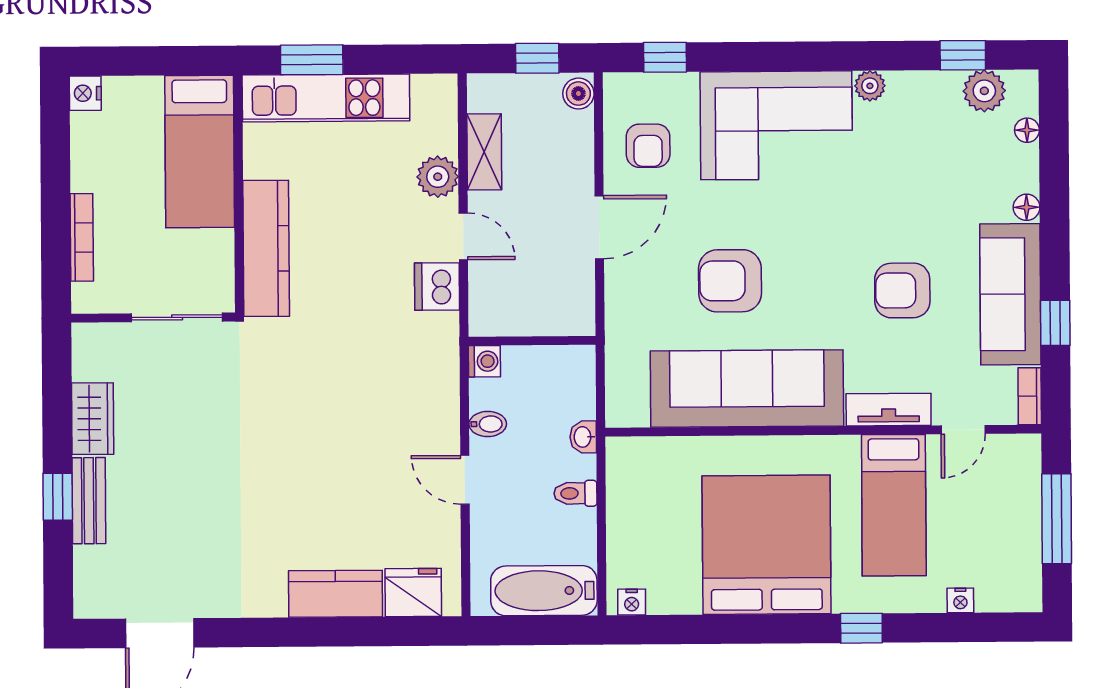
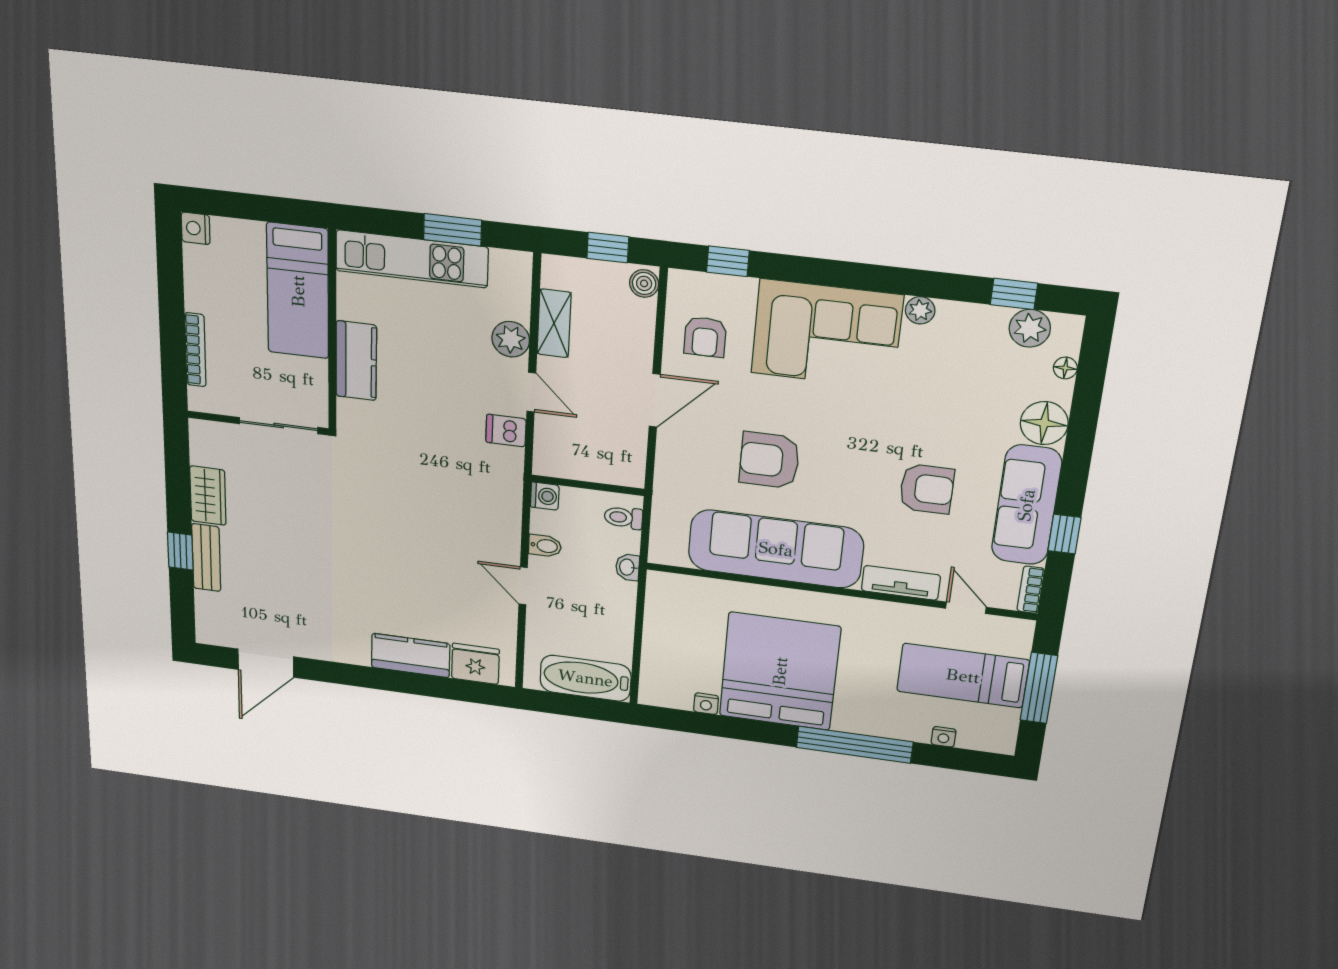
window: (312, 60) -> (452, 230), moved
floor lamp: (1027, 207) -> (1044, 423), width x1.89, depth x1.89
kitchen counter: (266, 248) -> (356, 361), width x0.67
dishwasher: (437, 287) -> (506, 431), width x0.73
armchair: (902, 290) -> (927, 489), turned 180
door: (963, 430) -> (966, 608), swing flipped
toilet: (575, 493) -> (623, 518), moved
bed: (894, 505) -> (963, 676), moved, turned 90
nightstand: (632, 602) -> (706, 704), moved
window: (861, 628) -> (855, 745), width x3.17

